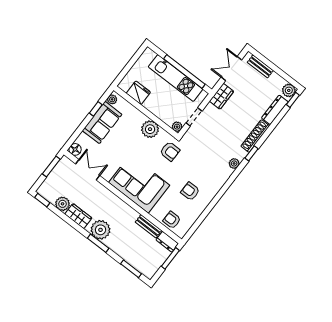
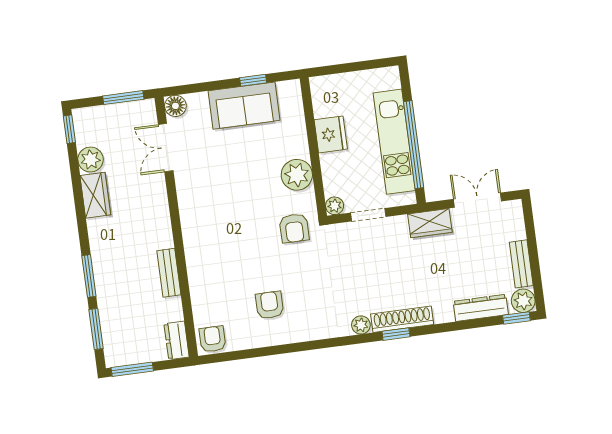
bench: (260, 66) -> (521, 264), moved
fridge: (138, 93) -> (331, 134), moved
plant: (112, 99) -> (286, 89), removed
shoe rack: (255, 136) -> (402, 319), moved
double door: (88, 170) -> (166, 148), swing flipped
corner sofa: (139, 184) -> (214, 231), removed
armchair: (172, 220) -> (213, 339), moved
bench: (148, 226) -> (169, 273), moved
plant: (100, 230) -> (106, 241), removed
window: (98, 243) -> (89, 276), moved
window: (170, 258) -> (132, 369), moved

